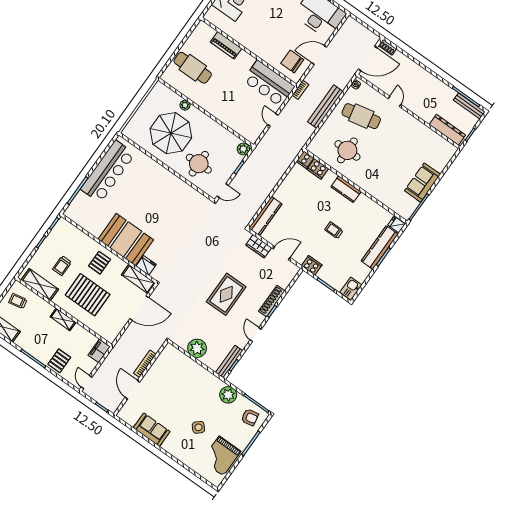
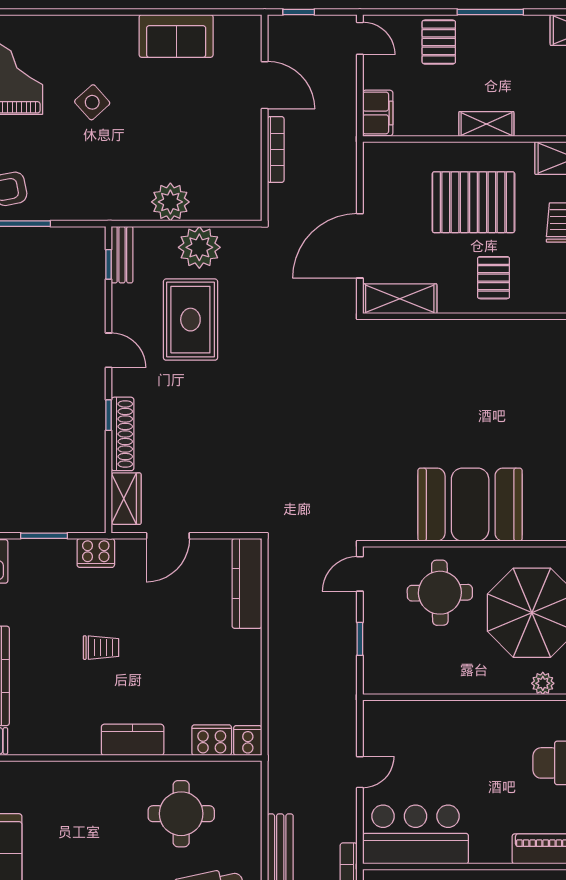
door: (273, 120) -> (360, 772), hinge flipped
plant: (243, 149) -> (376, 679), removed
booth: (126, 240) -> (470, 505), moved
wardrobe: (259, 246) -> (126, 499), moved, turned 90
fridge: (146, 265) -> (403, 334), removed
rug: (226, 294) -> (190, 320), moved
bench: (229, 362) -> (122, 255), width x0.73
plant: (228, 395) -> (170, 202), moved

